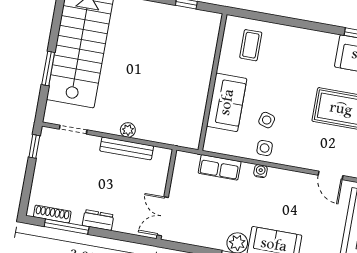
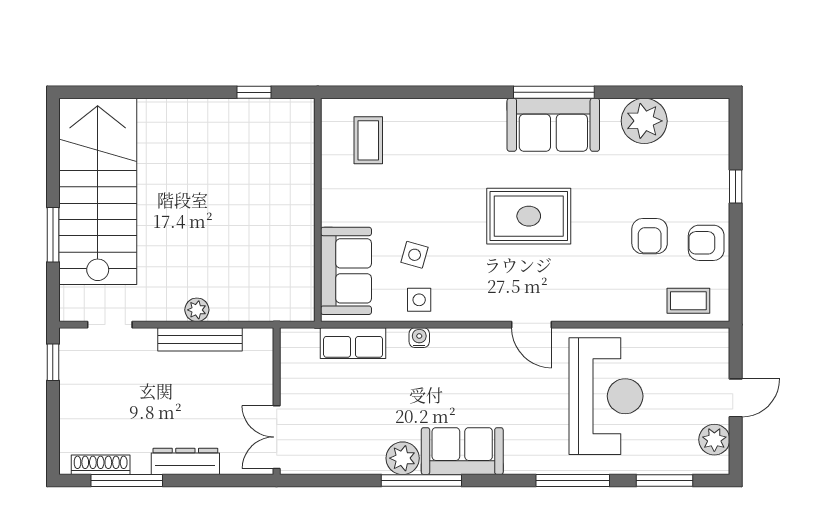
sofa: (227, 102) -> (346, 271), moved
dresser: (98, 220) -> (185, 461), width x1.44

